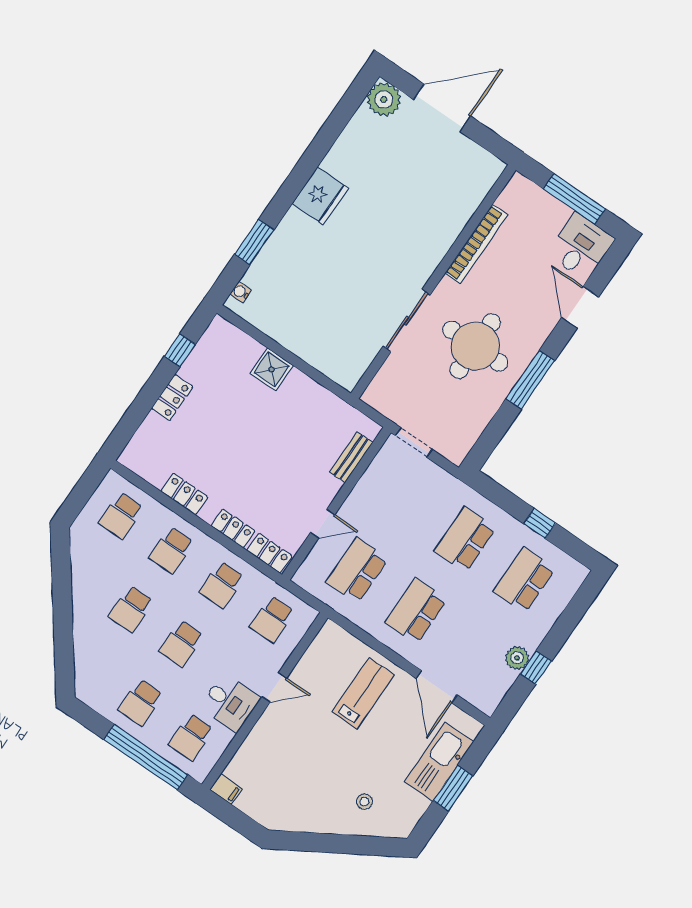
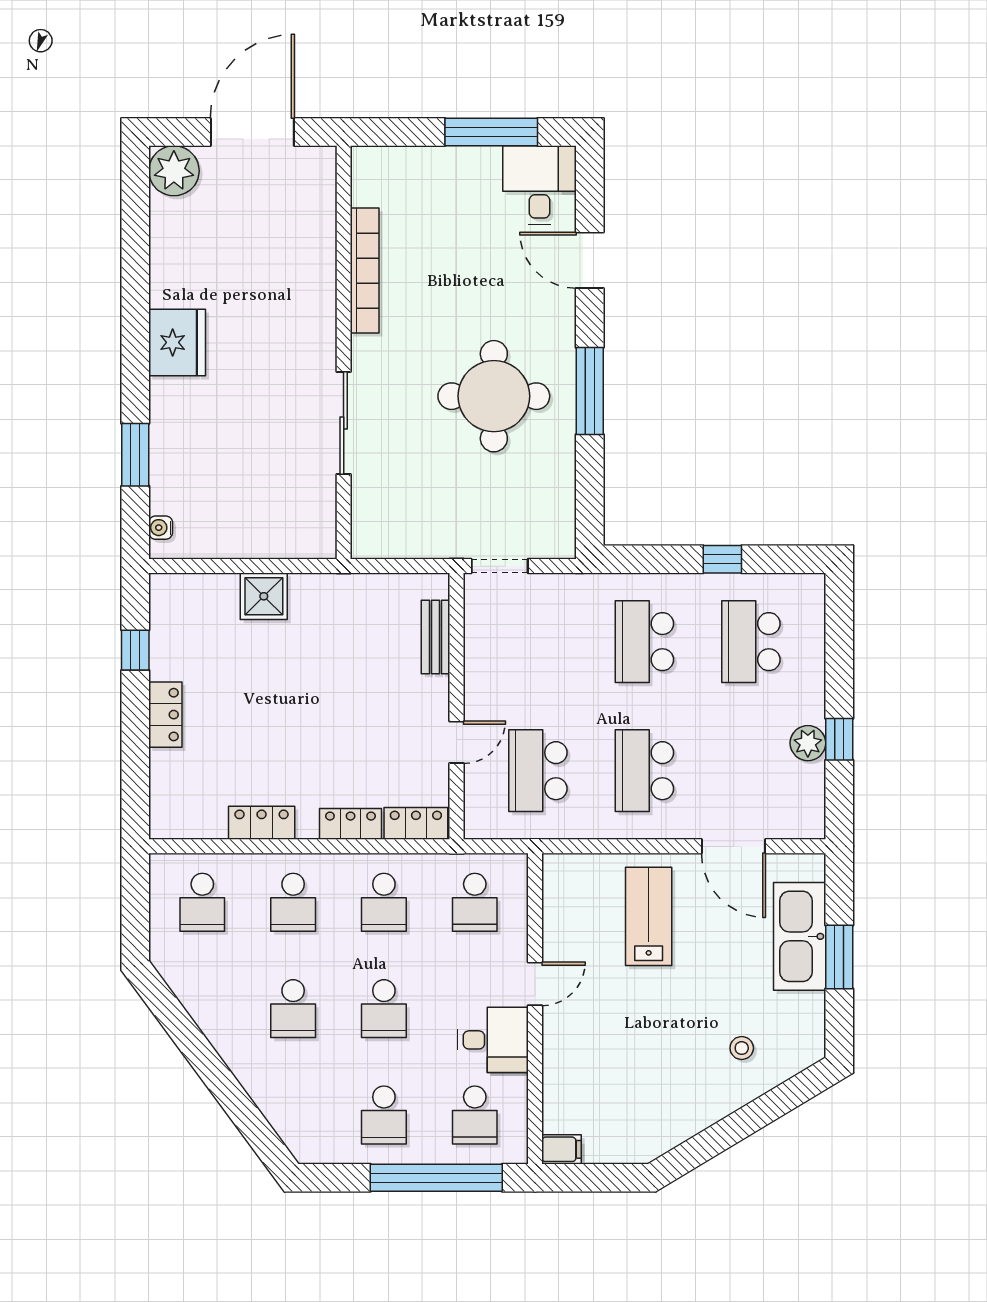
bookcase: (476, 244) -> (365, 271), moved
wall: (433, 282) -> (344, 352), moved
sliding door: (406, 321) -> (344, 423), moved

